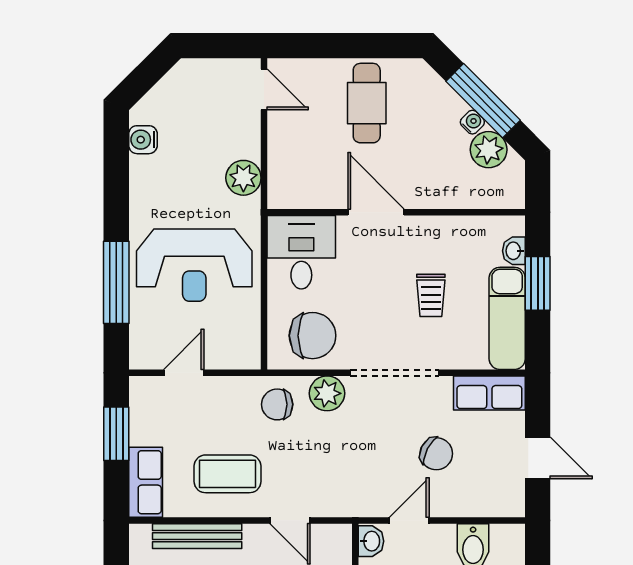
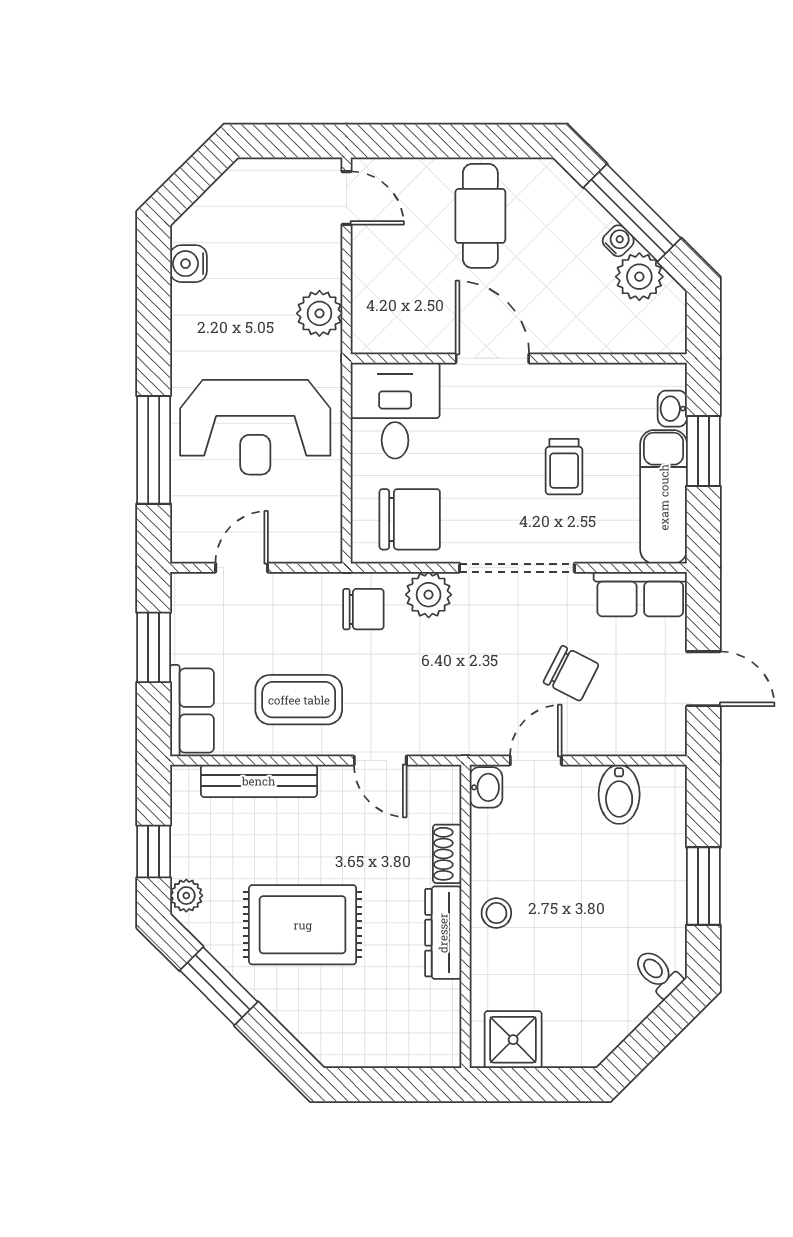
chair: (277, 404) -> (363, 609), turned 180

